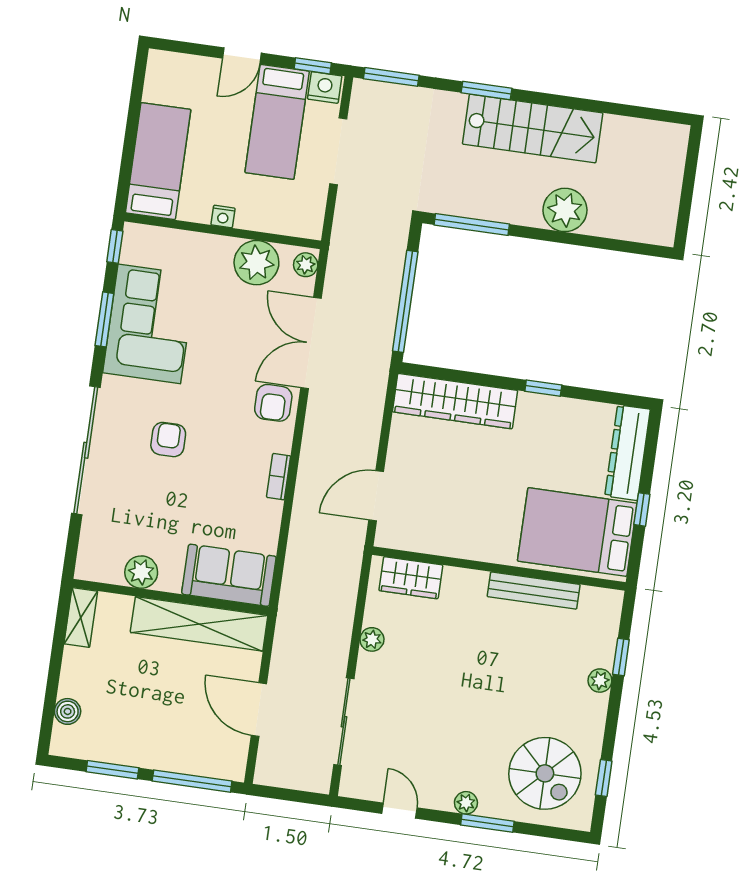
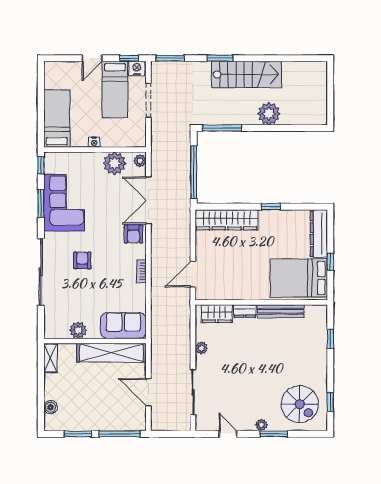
dresser: (465, 581) -> (245, 311), added
plant: (600, 681) -> (321, 352), removed

